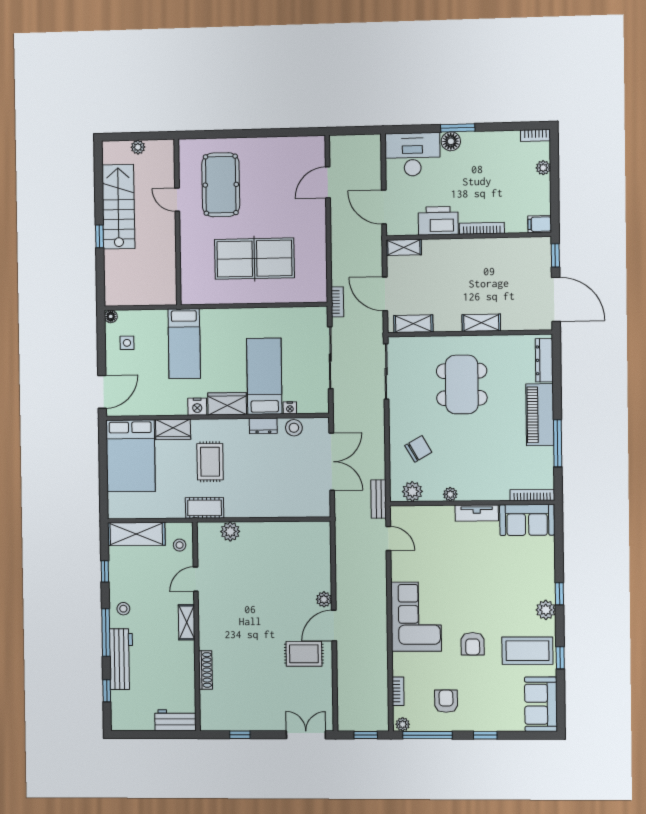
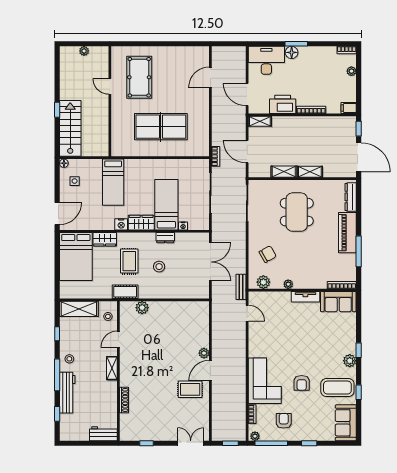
stairs: (118, 207) -> (70, 128), moved
shelving: (413, 324) -> (284, 172), moved
stool: (294, 428) -> (159, 267), moved
corner sofa: (416, 617) -> (265, 381), moved

